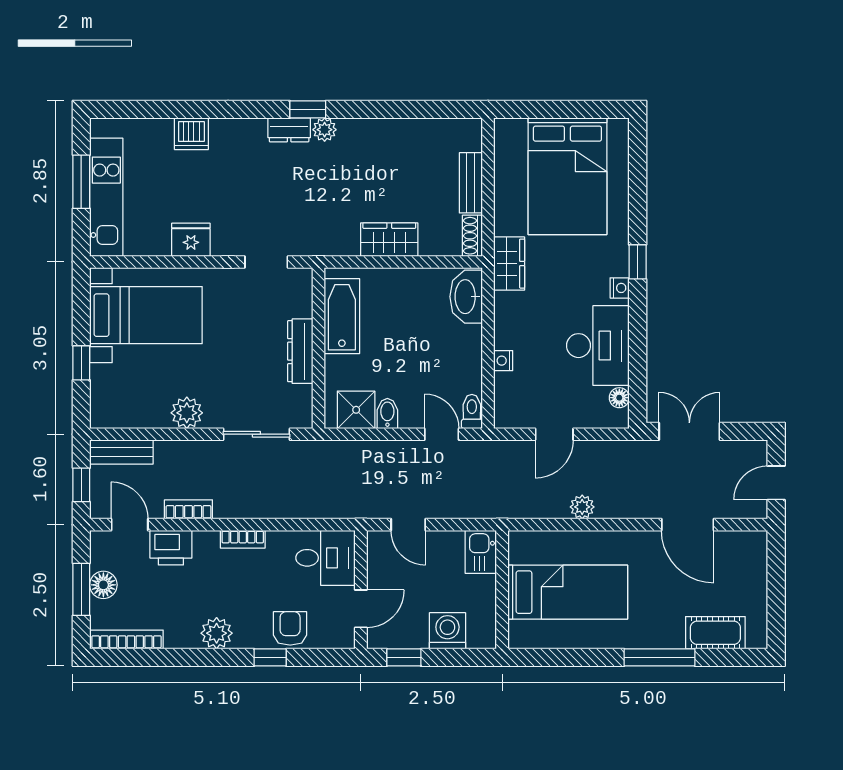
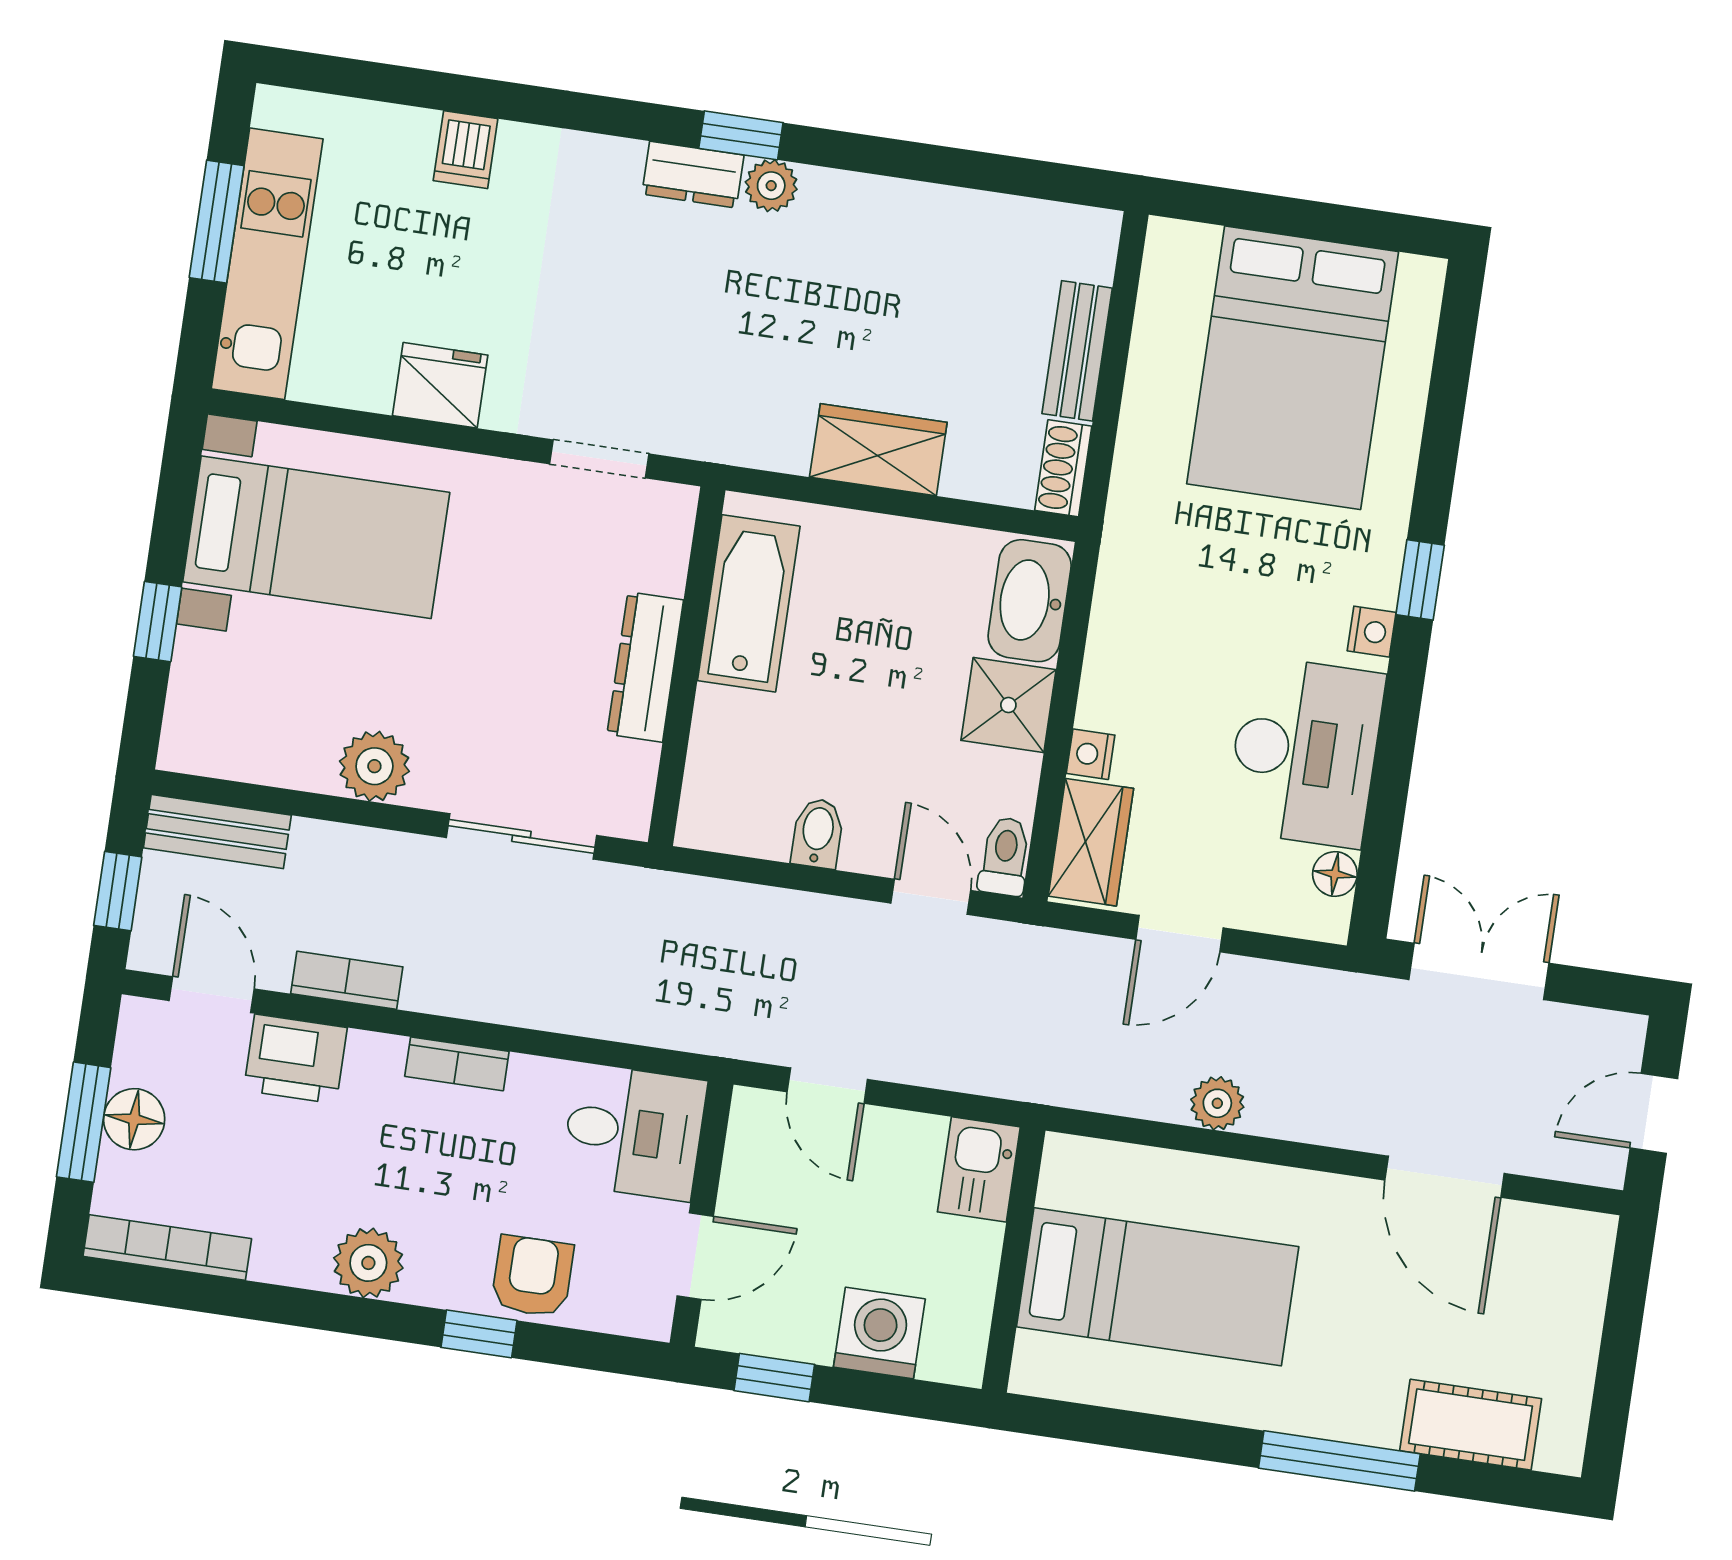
dishwasher: (191, 134) -> (466, 150), width x0.73
wardrobe: (509, 264) -> (1091, 842), moved
shower: (356, 410) -> (1008, 705), moved

